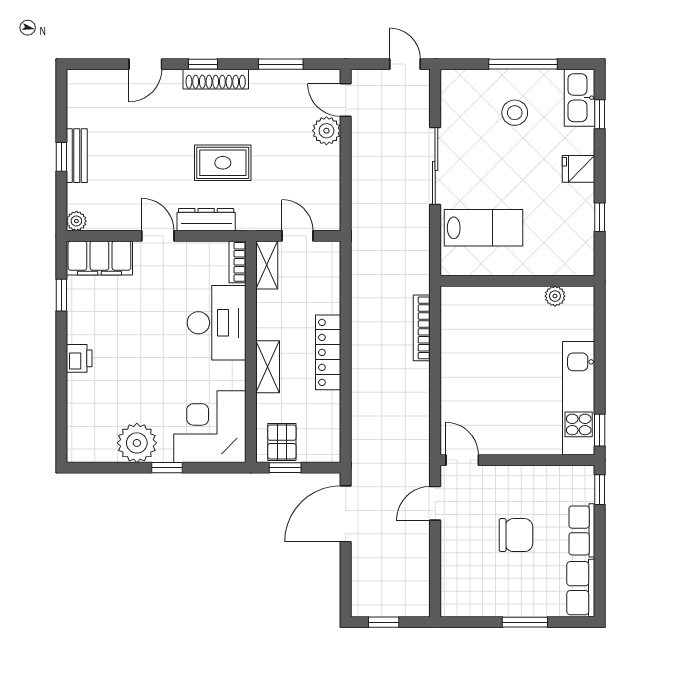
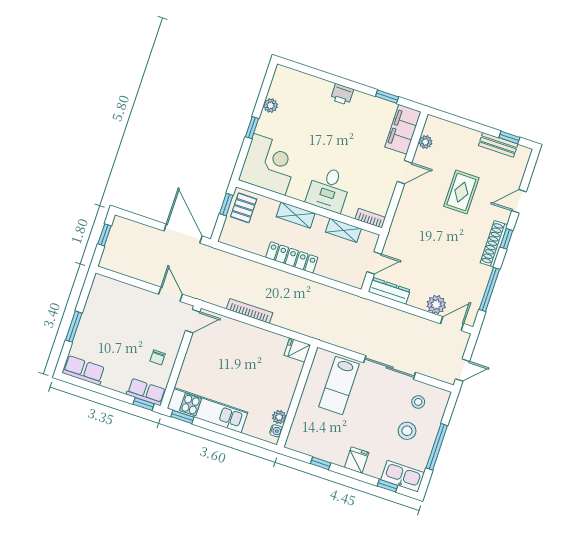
door: (145, 64) -> (519, 201), hinge flipped
window: (281, 64) -> (489, 289), width x1.44
stool: (470, 111) -> (418, 402), added
bench: (77, 156) -> (498, 145), moved
window: (61, 157) -> (509, 138), moved
rug: (223, 163) -> (461, 192), moved
dresser: (206, 220) -> (389, 291), moved, turned -90
plant: (76, 221) -> (425, 142), moved
shelving: (267, 265) -> (343, 230), moved
water cooler: (575, 294) -> (276, 431), added
fridge: (454, 302) -> (297, 350), added
desk: (217, 323) -> (329, 189), width x0.73
bookcase: (422, 328) -> (250, 311), moved
pallet: (282, 442) -> (244, 208), turned 90
plant: (137, 443) -> (271, 105), width x0.53, depth x0.53
row of seats: (582, 530) -> (146, 392), moved
chair: (516, 535) -> (158, 357), moved, width x0.54, depth x0.54

